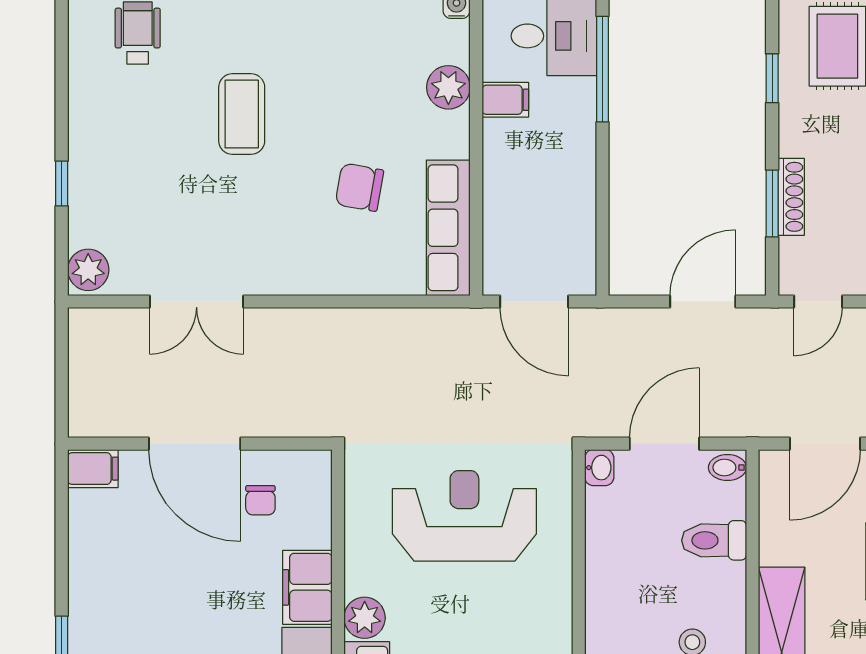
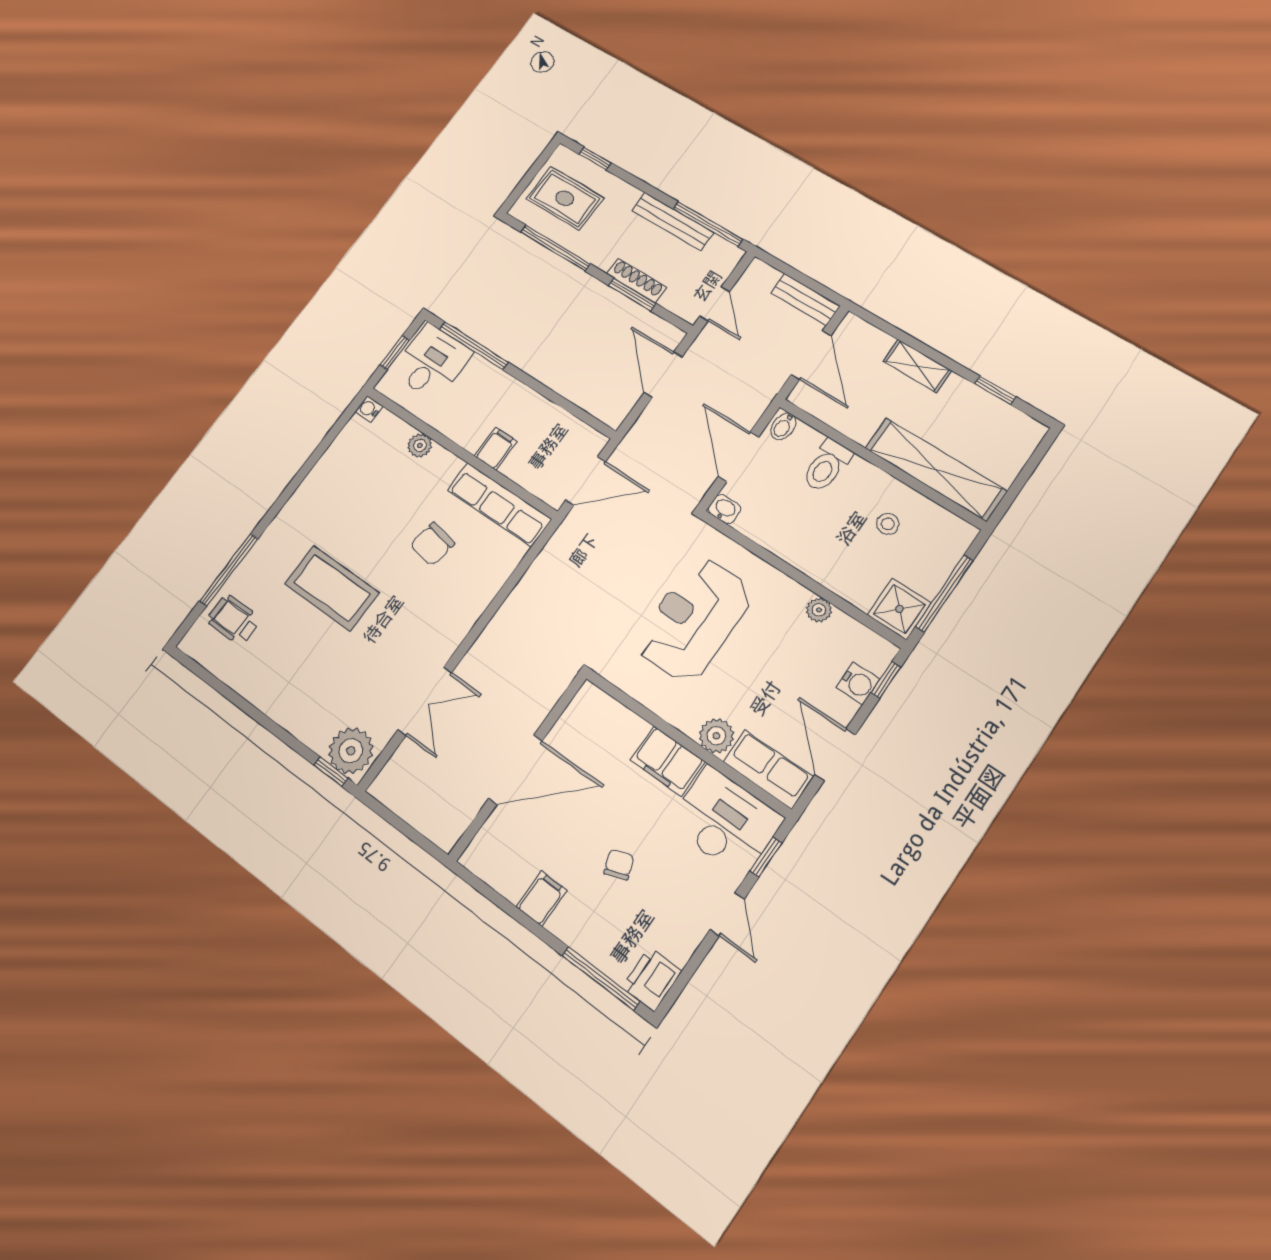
window: (772, 78) -> (555, 248), width x2.17
plant: (448, 87) -> (420, 445), width x0.73, depth x0.73
filing cabinet: (505, 100) -> (496, 448), moved
coffee table: (242, 114) -> (332, 588), width x1.36, depth x1.32
window: (62, 184) -> (331, 772), moved
plant: (88, 270) -> (351, 751), width x1.36, depth x1.36
filing cabinet: (93, 469) -> (542, 898), moved
chair: (260, 500) -> (619, 865), moved, turned -110
plant: (558, 633) -> (819, 610), added

